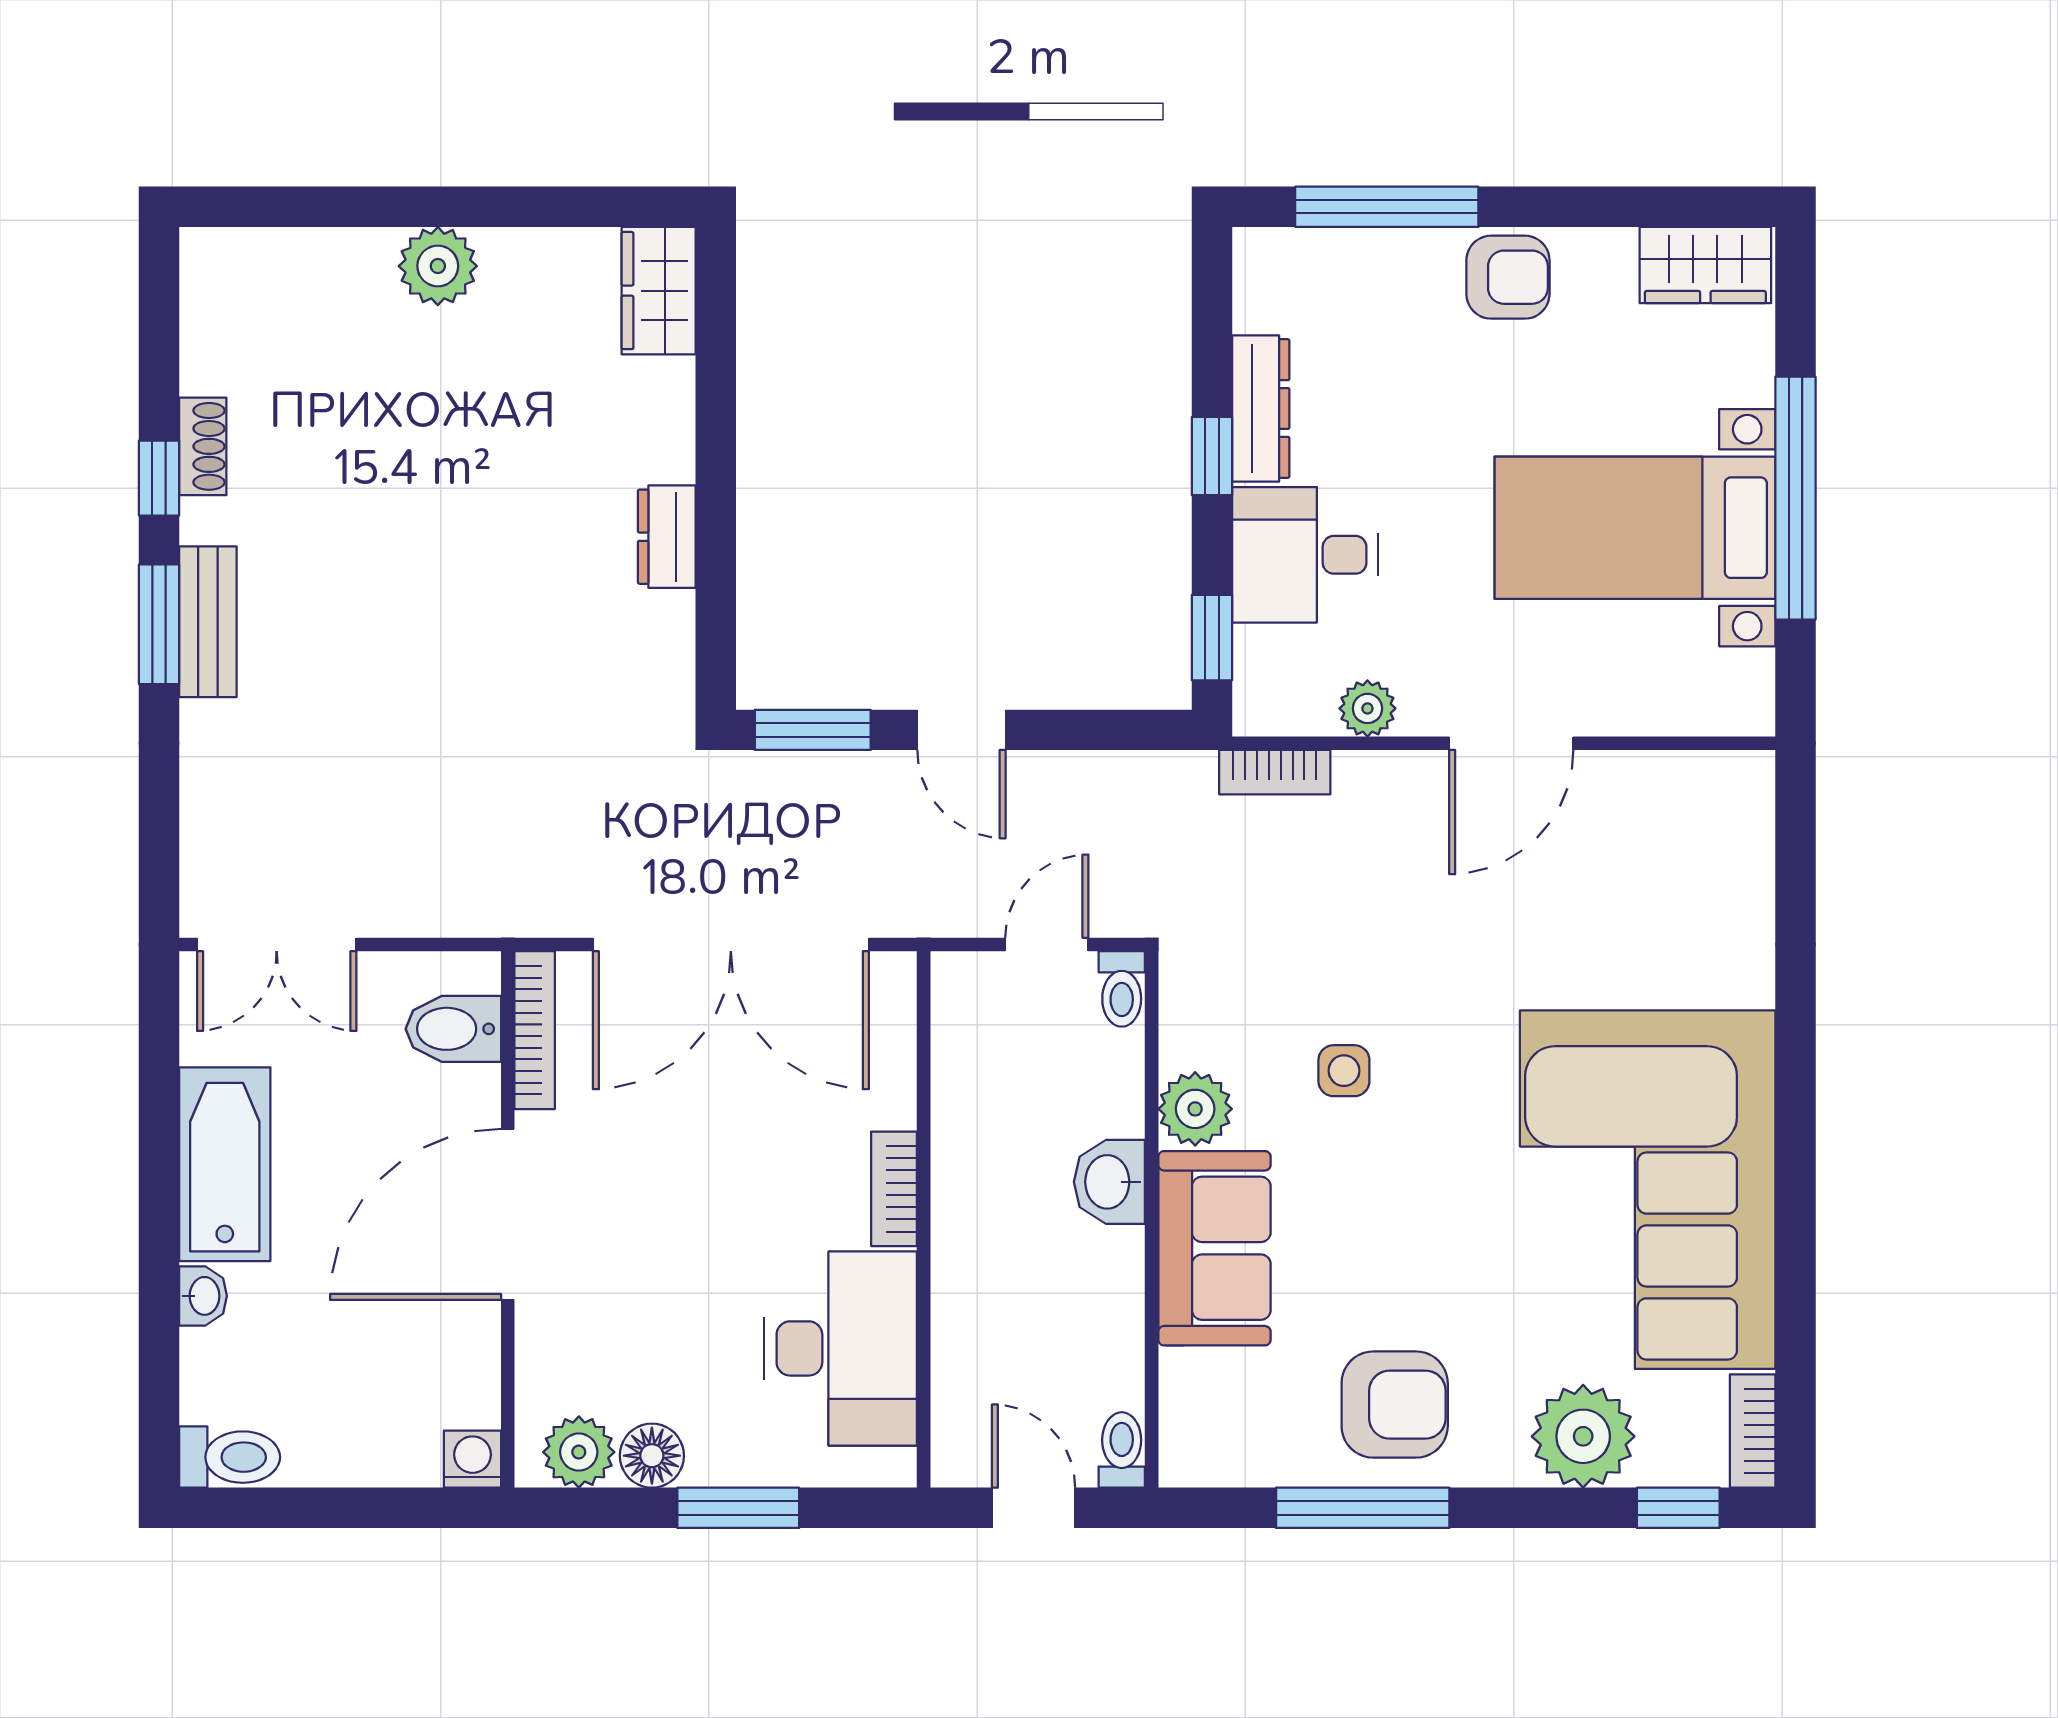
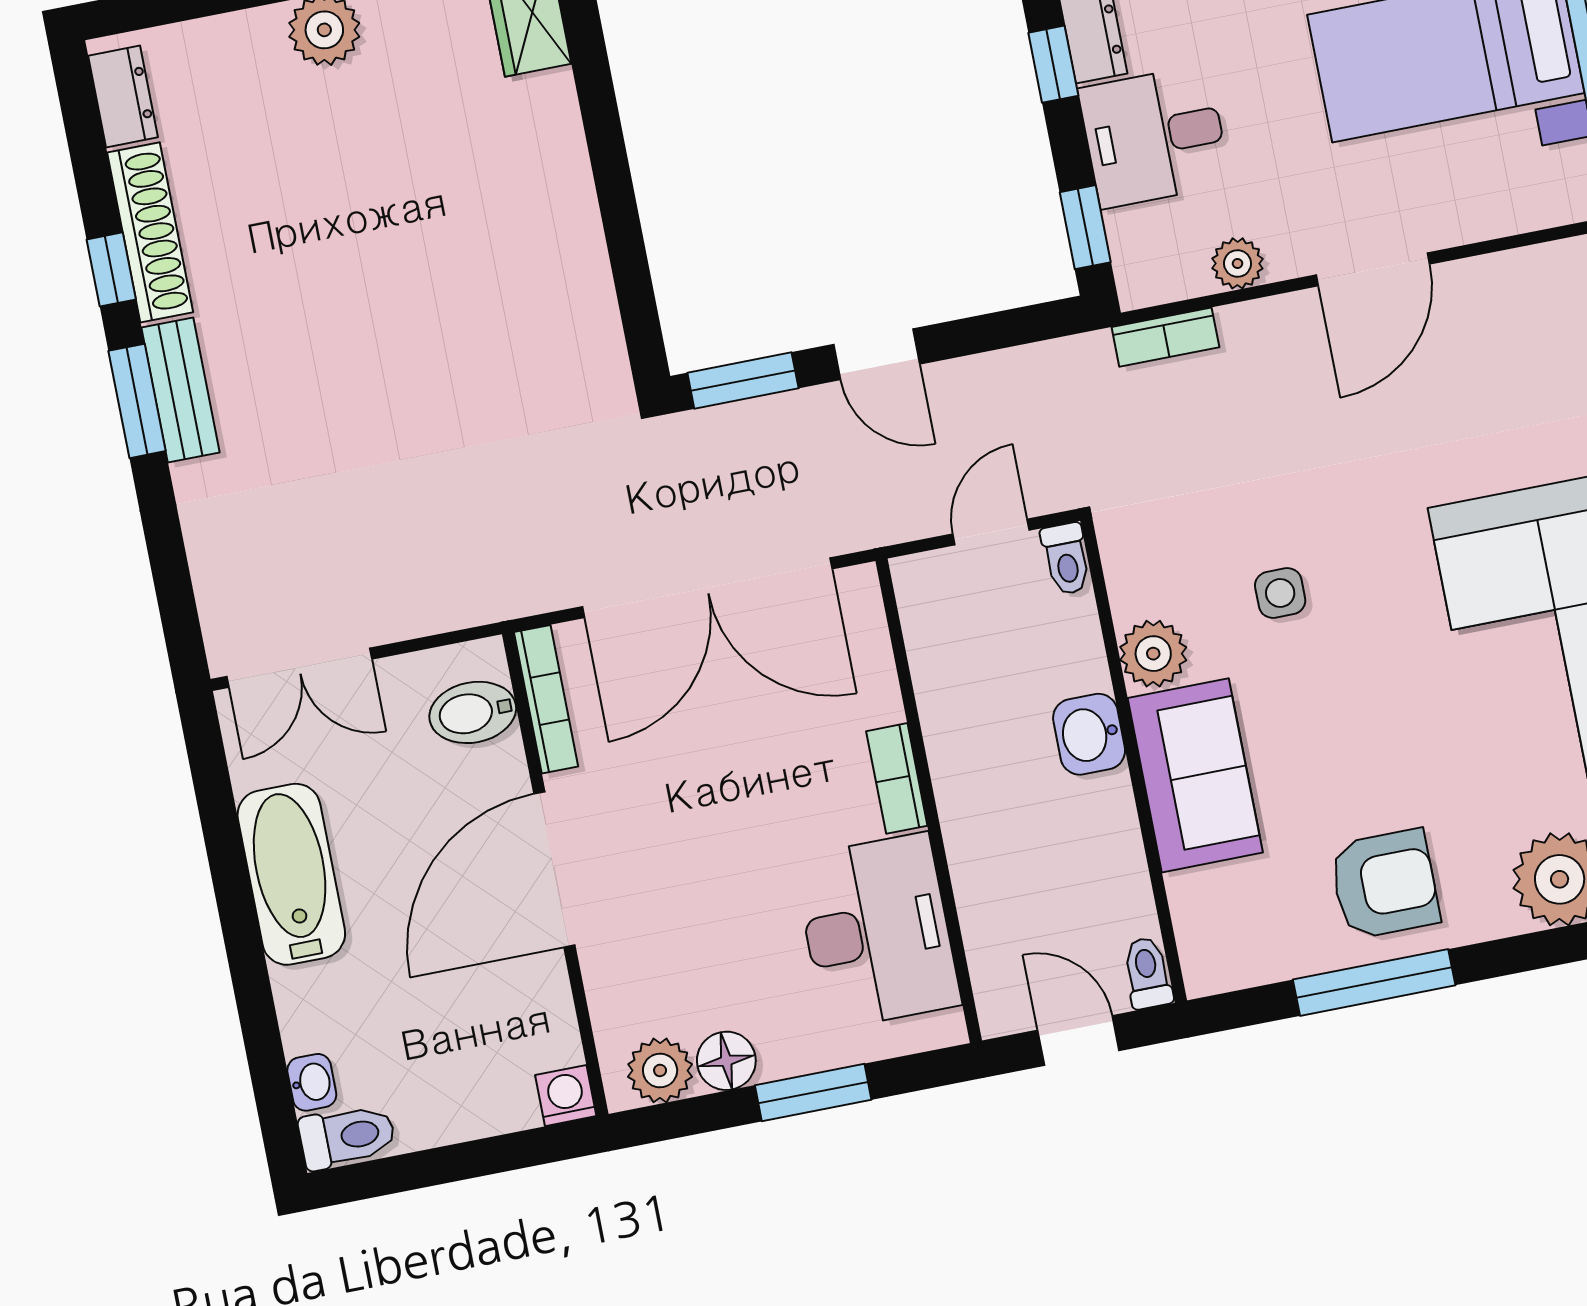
shoe rack: (203, 446) -> (150, 232), width x1.94, depth x1.24
dresser: (667, 537) -> (123, 97), moved, turned 180
washbasin: (203, 1296) -> (312, 1082), moved

